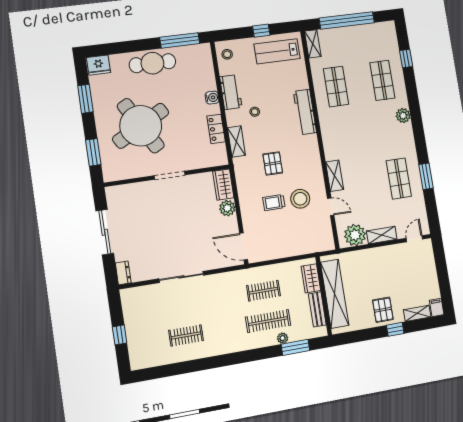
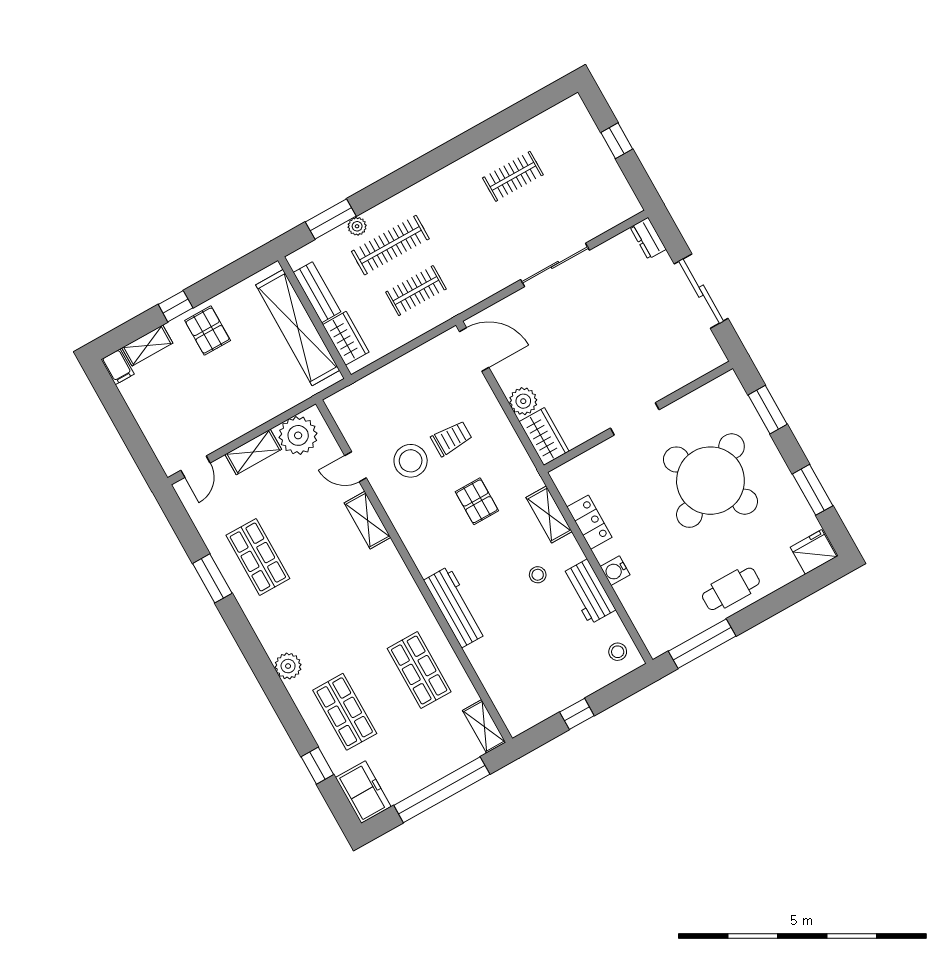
freezer: (388, 36) -> (363, 792), added
lab bench: (277, 51) -> (538, 690), removed
cafe table: (152, 63) -> (731, 589), width x0.73, depth x0.74

